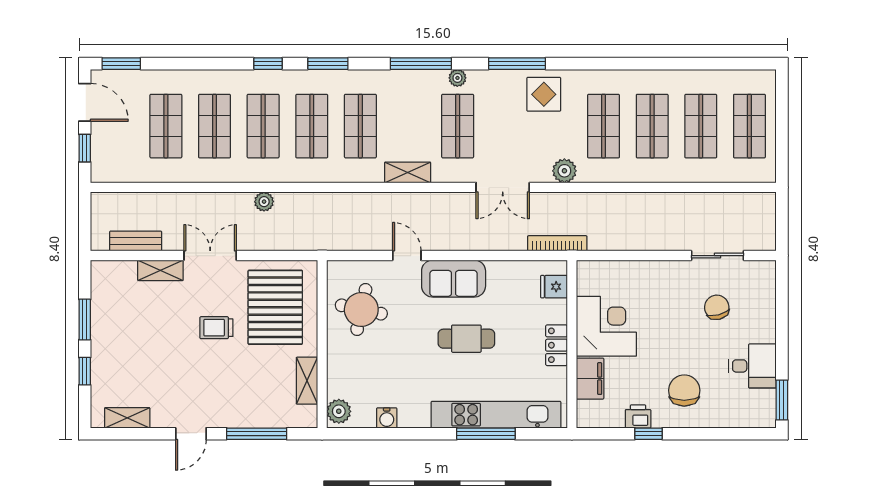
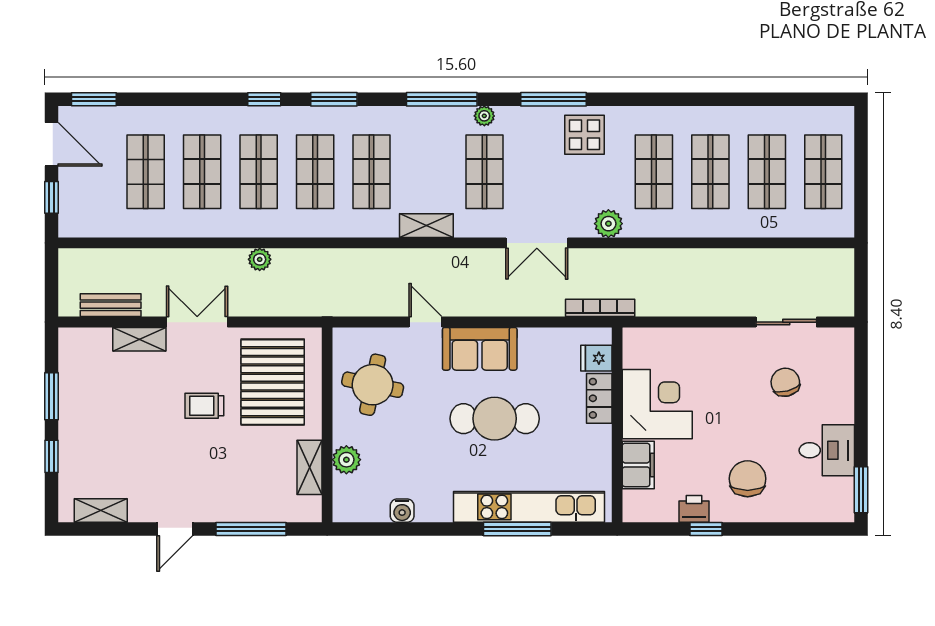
cafe table: (466, 339) -> (495, 419), width x1.37, depth x1.35
locker: (556, 345) -> (599, 398), moved
plant: (339, 411) -> (346, 460), moved

